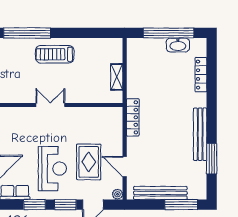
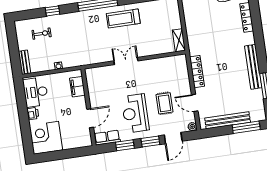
shelving: (117, 77) -> (179, 40), moved
locker: (133, 117) -> (197, 72), moved
rug: (89, 162) -> (164, 103), width x0.73, depth x0.70
reception desk: (52, 169) -> (135, 113), turned 180

